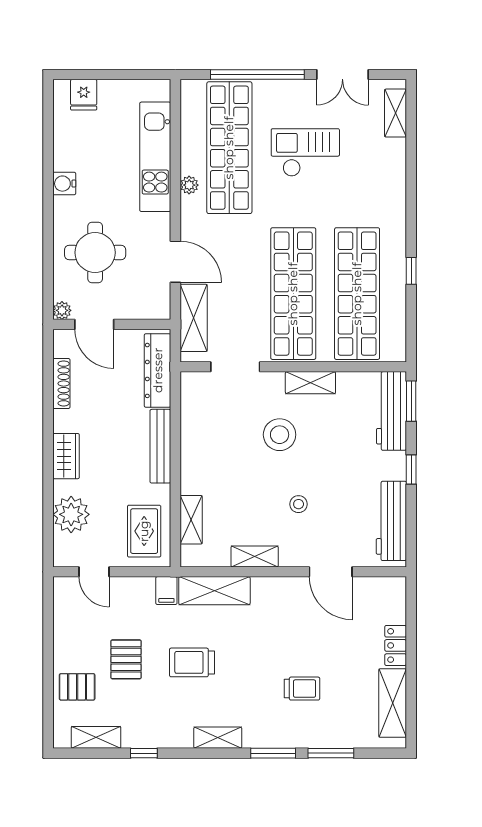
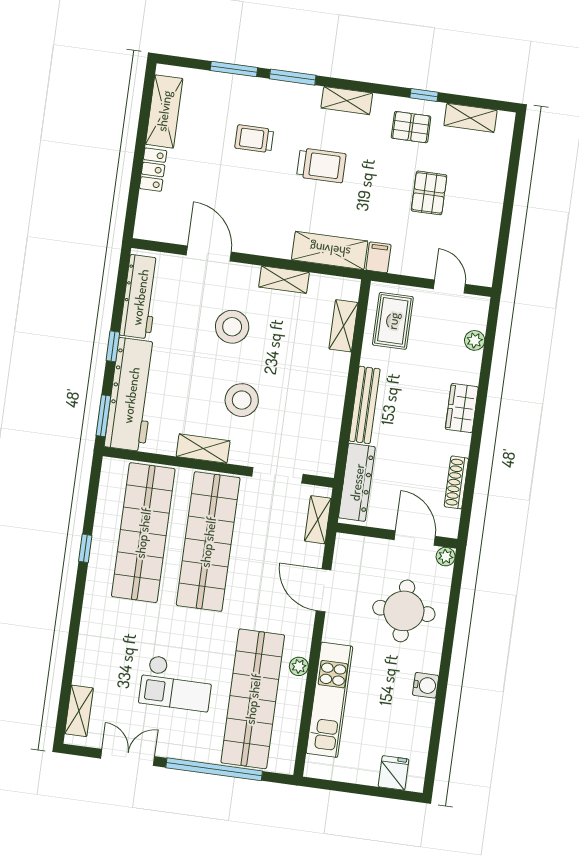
shelving: (194, 318) -> (318, 520), width x0.67, depth x0.75
workbench: (392, 411) -> (131, 395), width x1.36, depth x1.32
stool: (299, 504) -> (232, 327), width x1.89, depth x1.89
plant: (71, 514) -> (475, 340), width x0.53, depth x0.53
trolley: (192, 662) -> (321, 165), moved
pallet: (77, 687) -> (411, 127), moved

